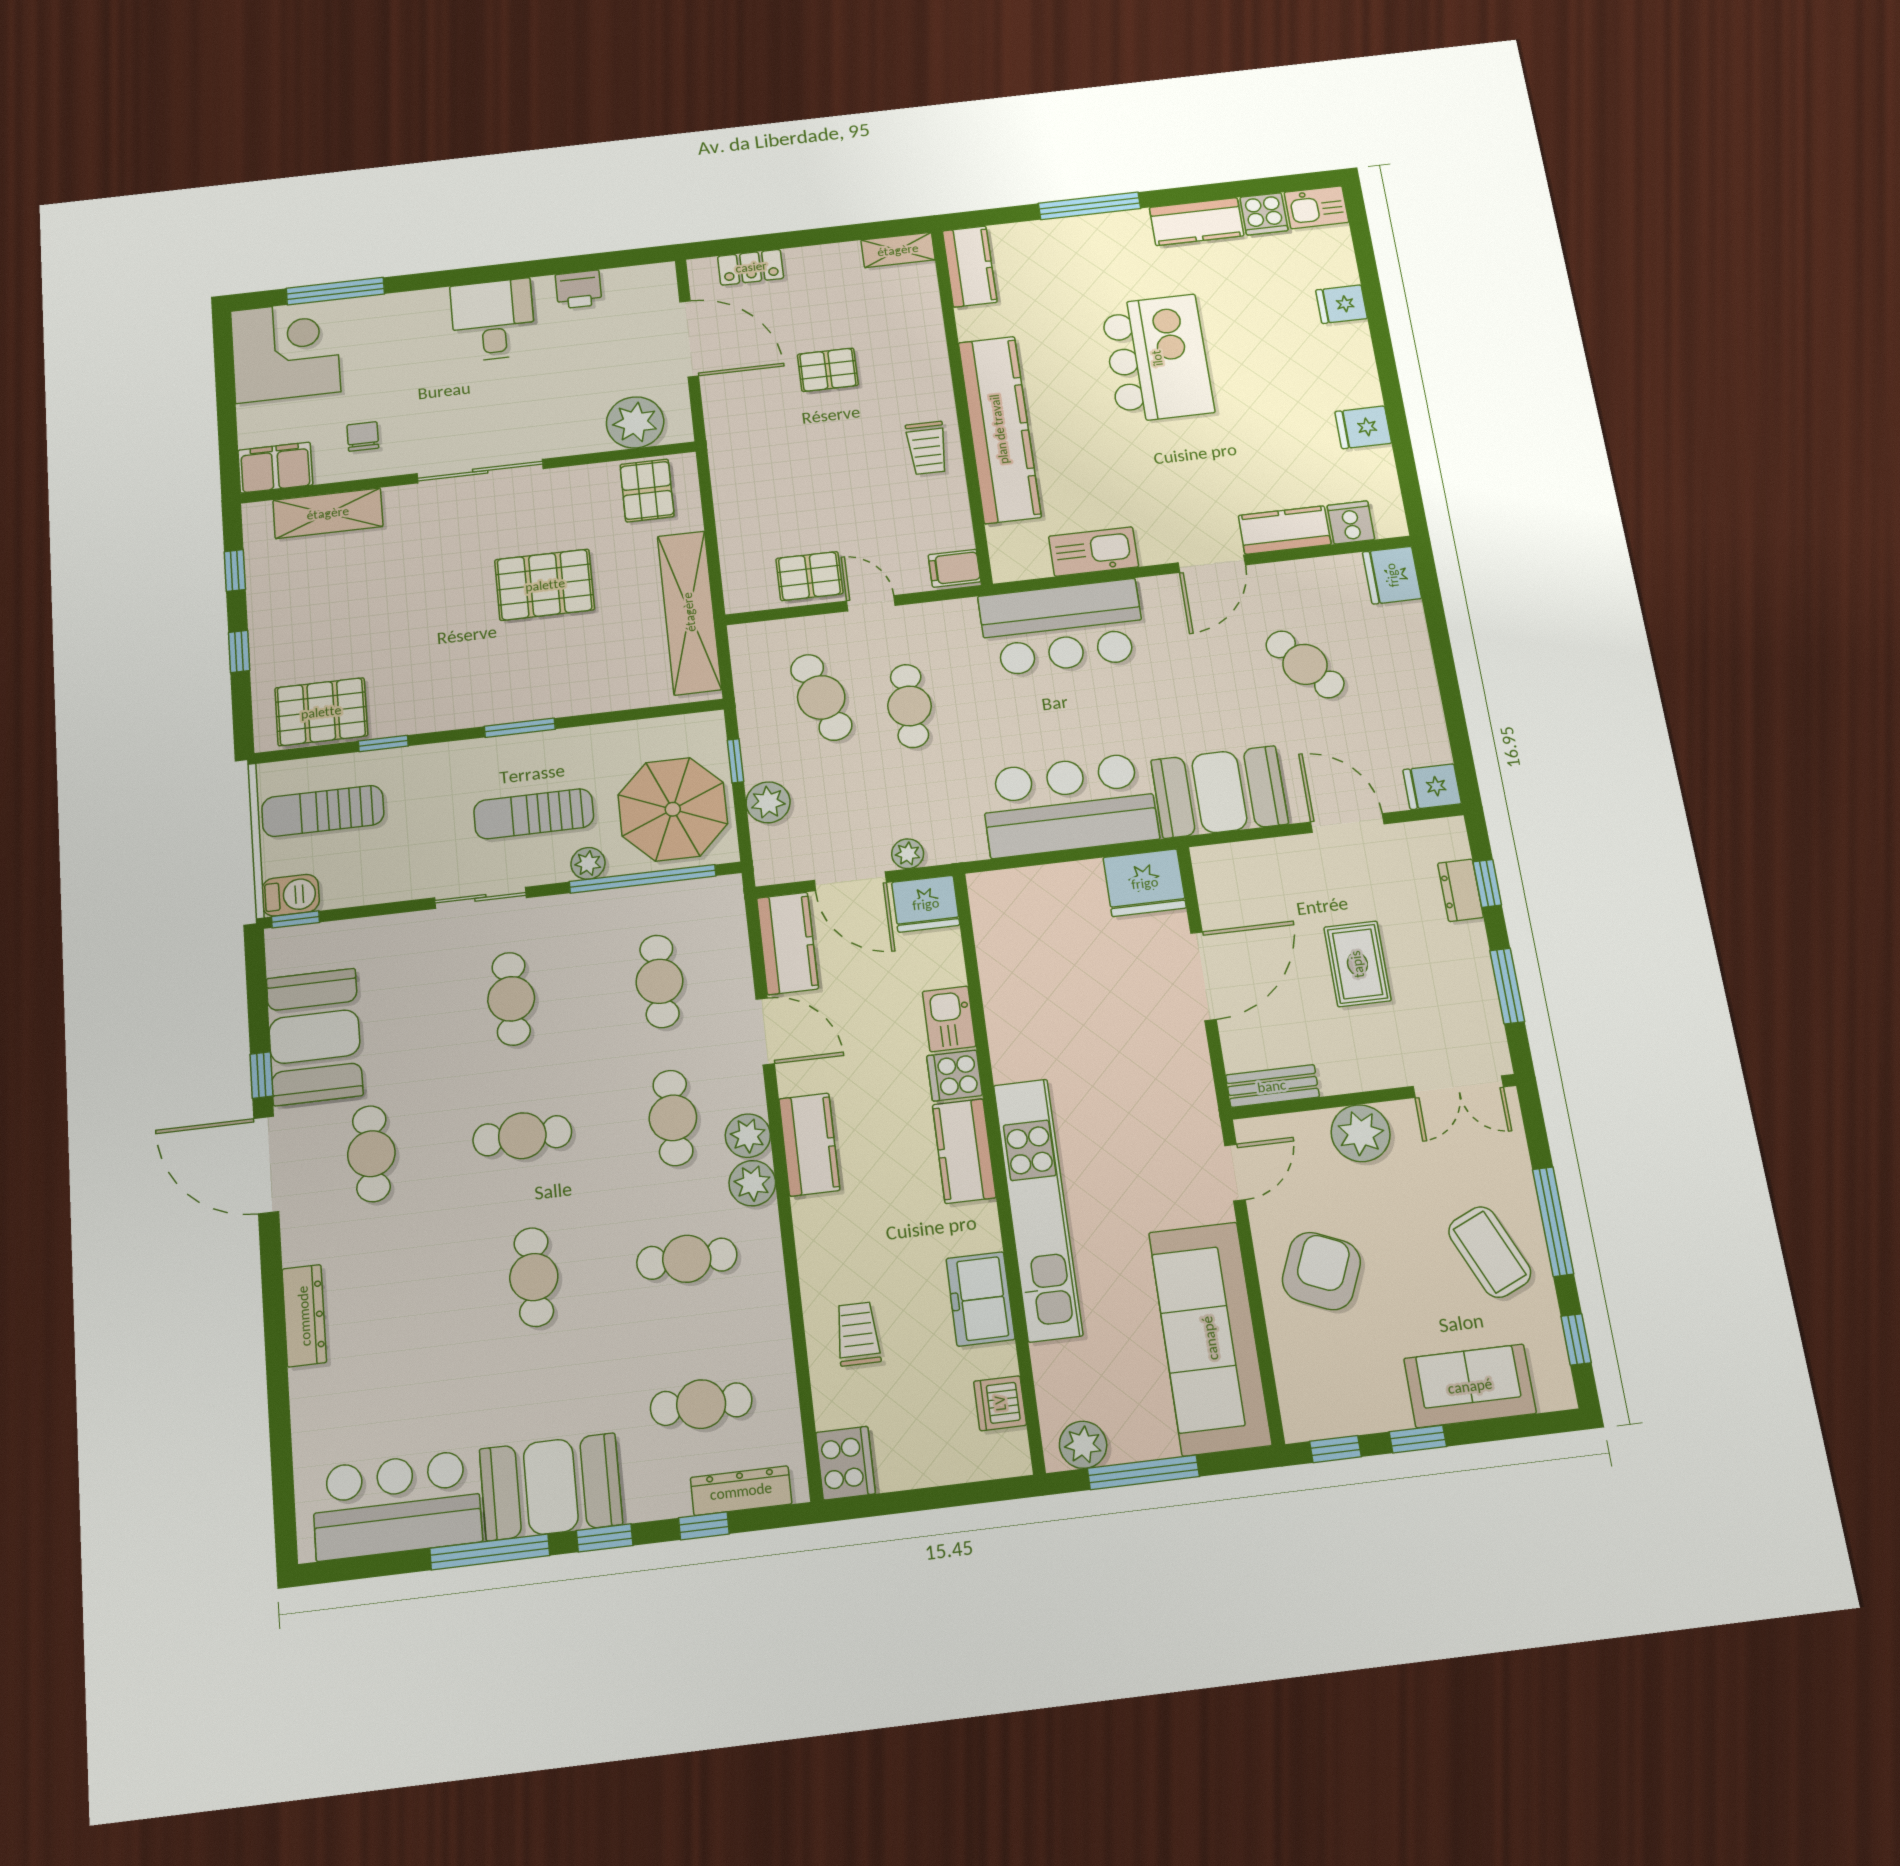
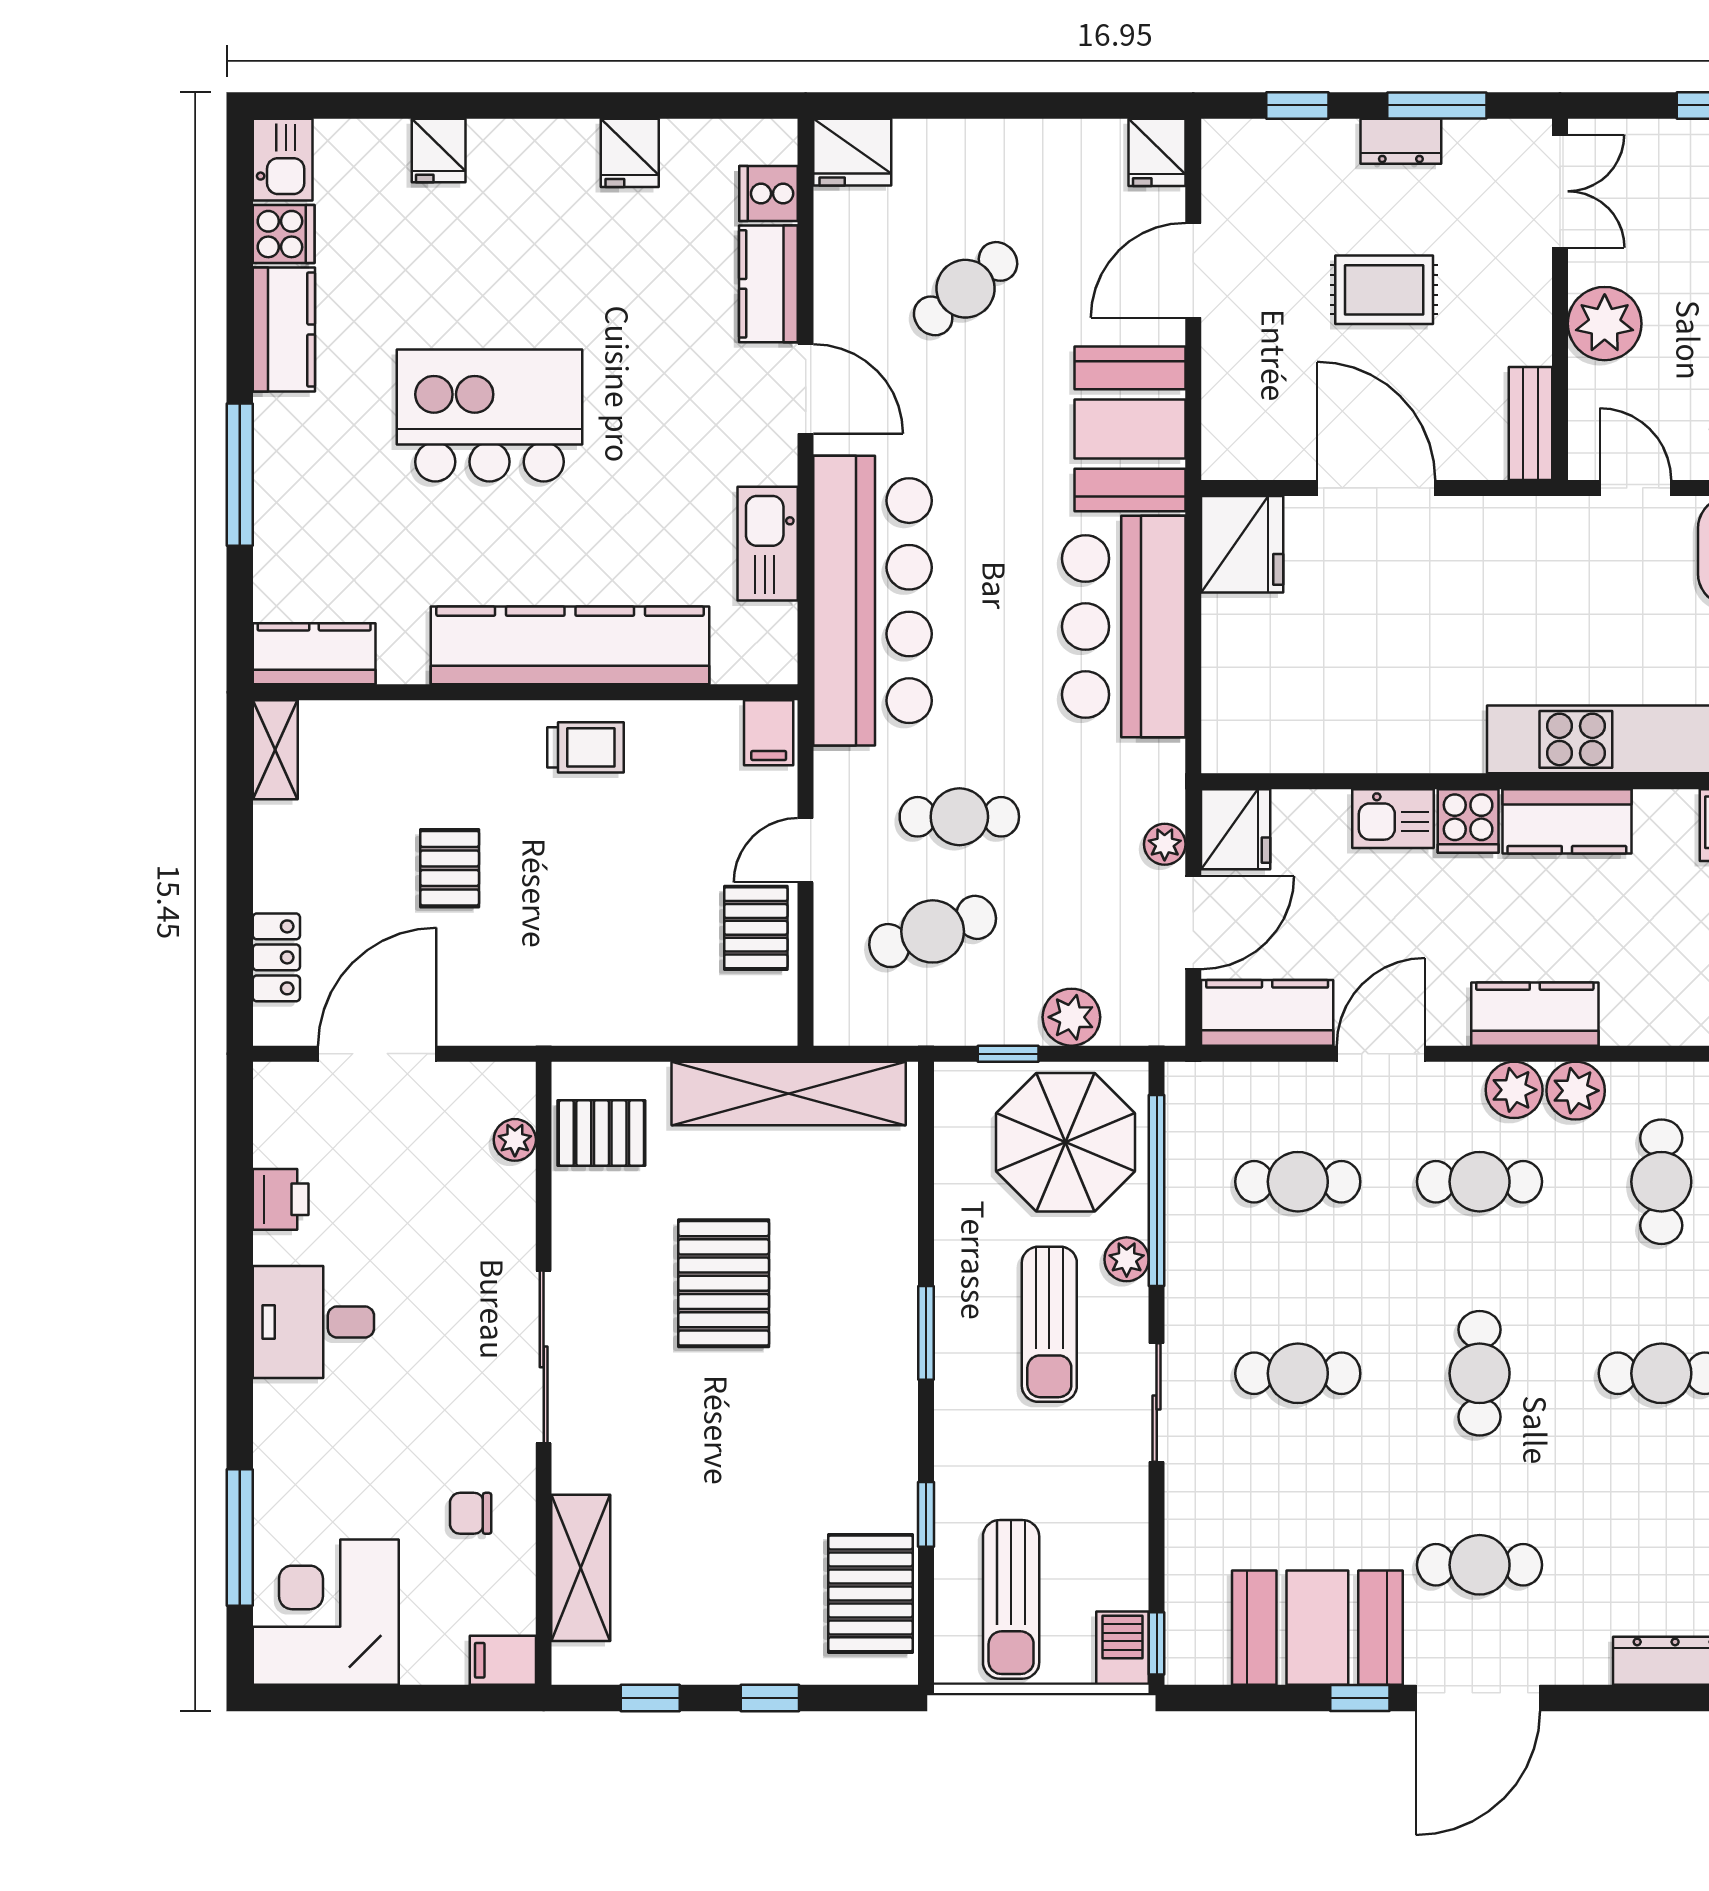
plant: (635, 422) -> (515, 1140), width x0.53, depth x0.53
filing cabinet: (275, 468) -> (503, 1660), width x0.50
bar counter: (1062, 627) -> (873, 601), width x1.36
dresser: (1461, 890) -> (1401, 141), moved

